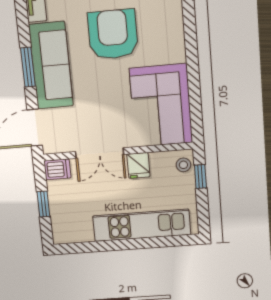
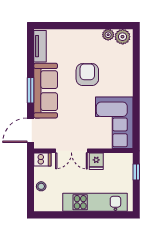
armchair: (113, 34) -> (87, 75), width x0.73, depth x0.73
stool: (183, 165) -> (41, 186), moved
window: (43, 204) -> (31, 182), removed

